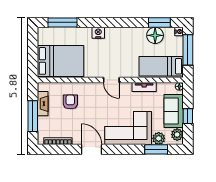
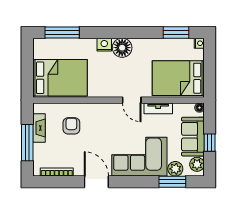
floor lamp: (155, 35) -> (122, 48), moved
window: (188, 50) -> (210, 65), removed
bed: (161, 66) -> (178, 78), width x1.50
door: (111, 80) -> (132, 100), moved

